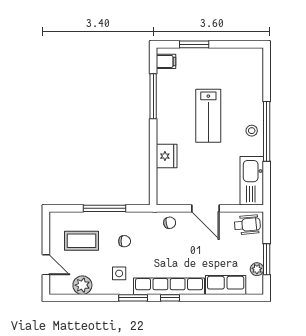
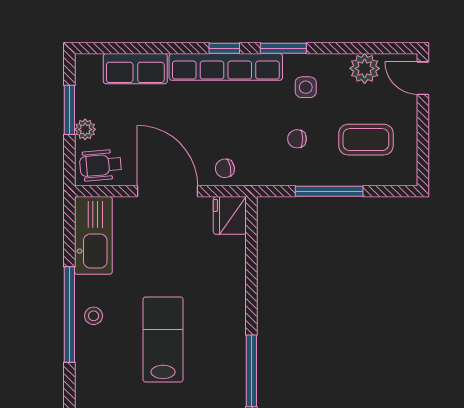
fridge: (167, 156) -> (230, 215), moved
door: (206, 208) -> (167, 191), width x1.36
door: (46, 265) -> (423, 78), moved
plant: (257, 269) -> (85, 129), moved

